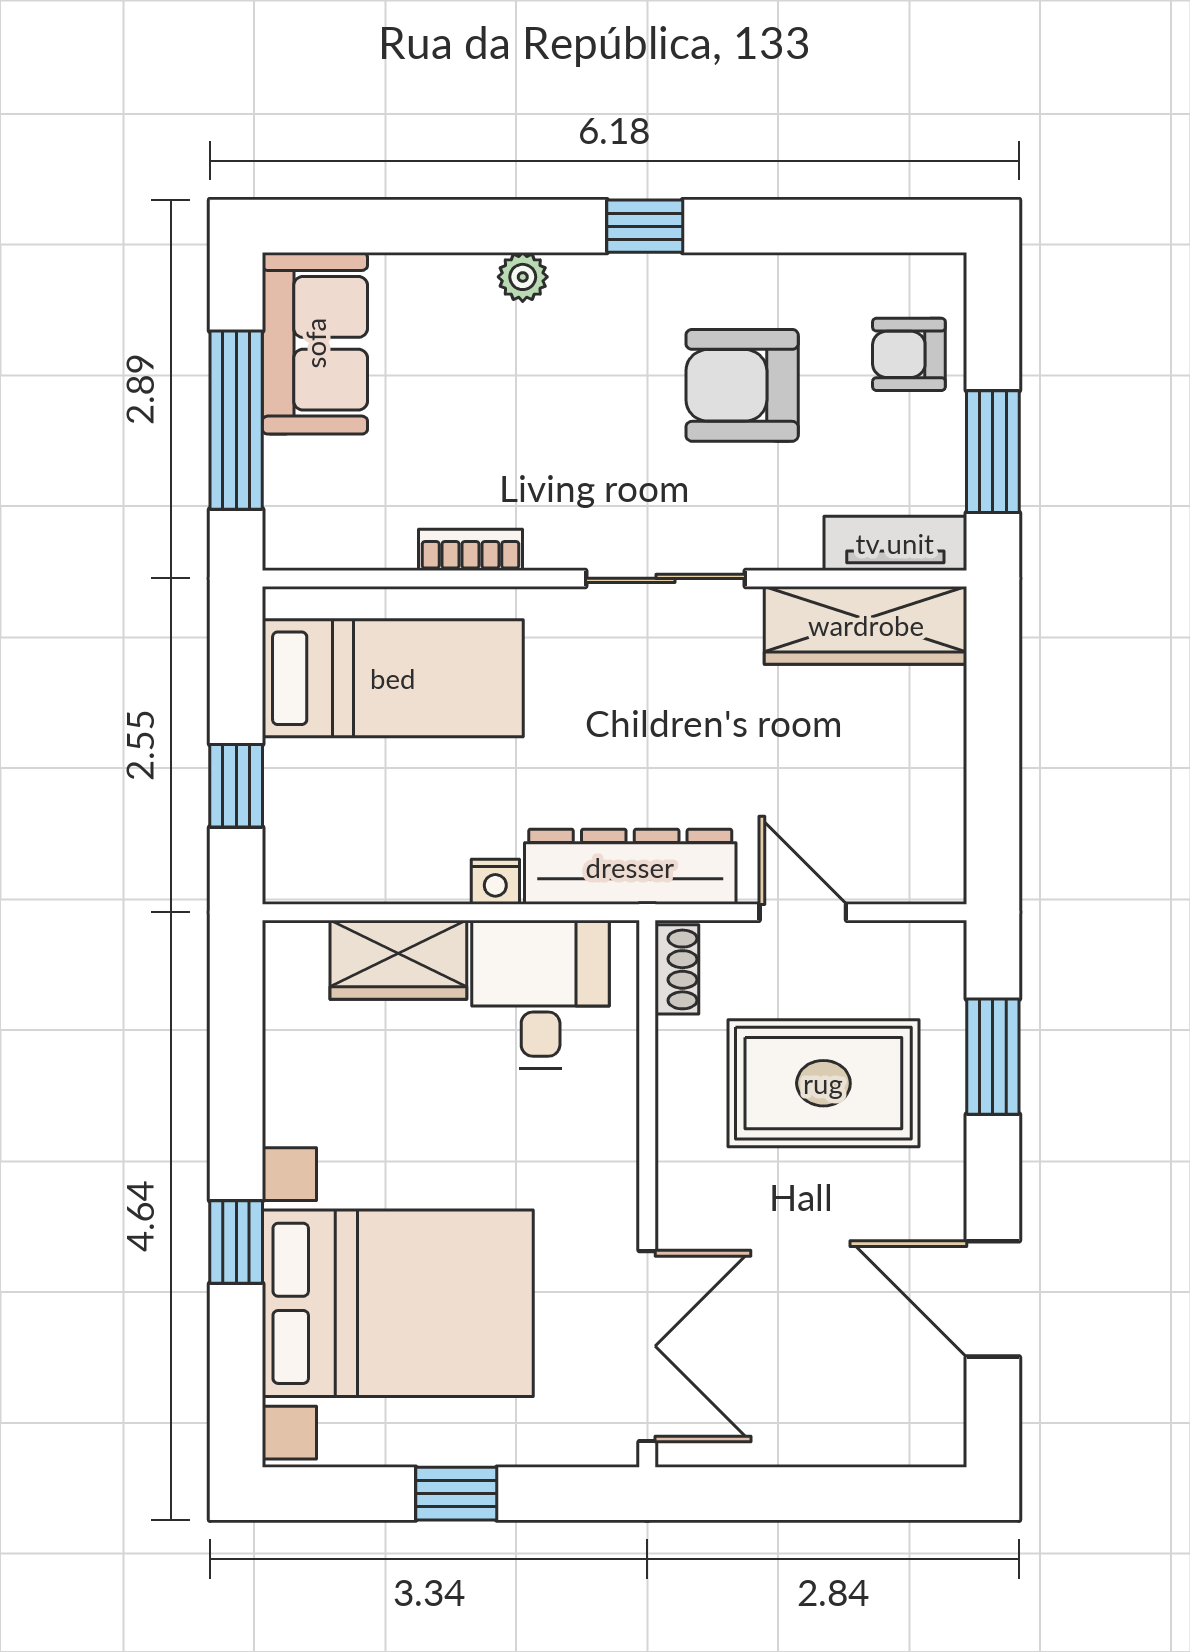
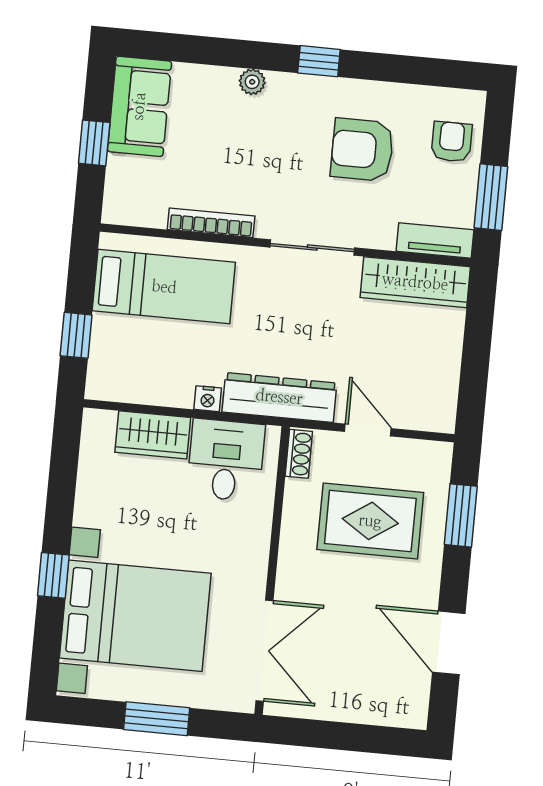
armchair: (909, 354) -> (452, 142), turned 90
window: (236, 420) -> (94, 143), width x0.46
bookcase: (470, 550) -> (211, 223), width x1.56
window: (456, 1494) -> (157, 719), width x1.50

